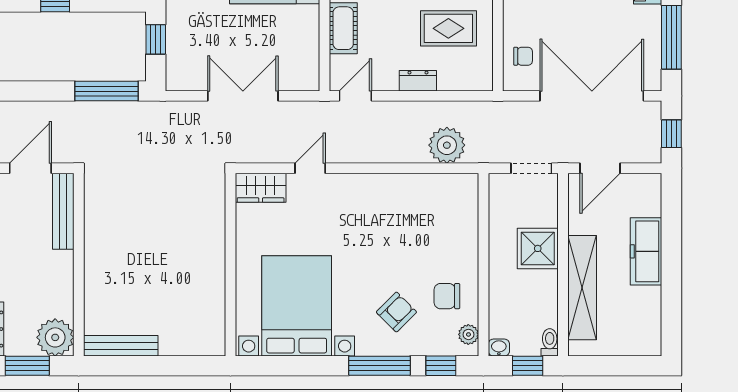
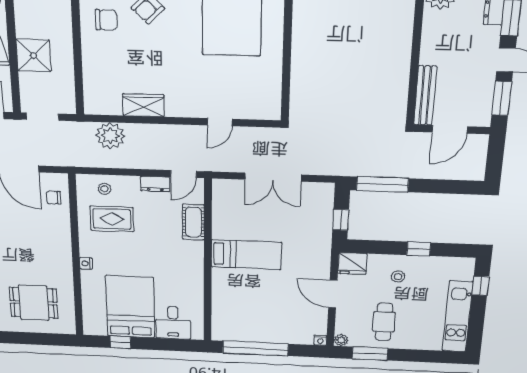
stool: (457, 71) -> (104, 189), added
dresser: (418, 81) -> (155, 184), moved
wardrobe: (261, 188) -> (143, 105), moved

